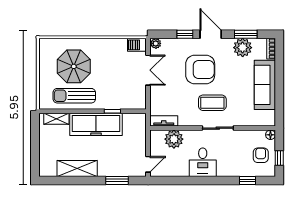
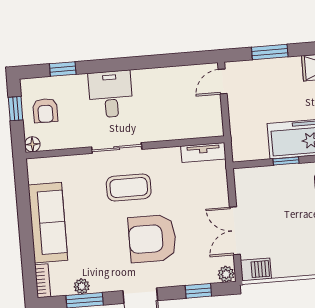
window: (185, 34) -> (198, 291), moved
plant: (243, 48) -> (82, 286), width x0.53, depth x0.53
plant: (174, 139) -> (185, 125), removed
desk: (203, 162) -> (111, 94), moved

